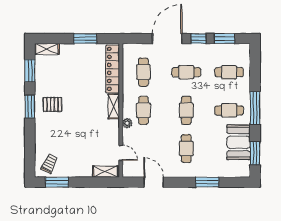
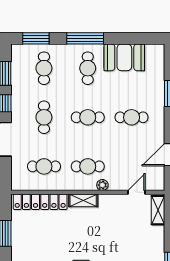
window: (255, 153) -> (36, 38), moved

